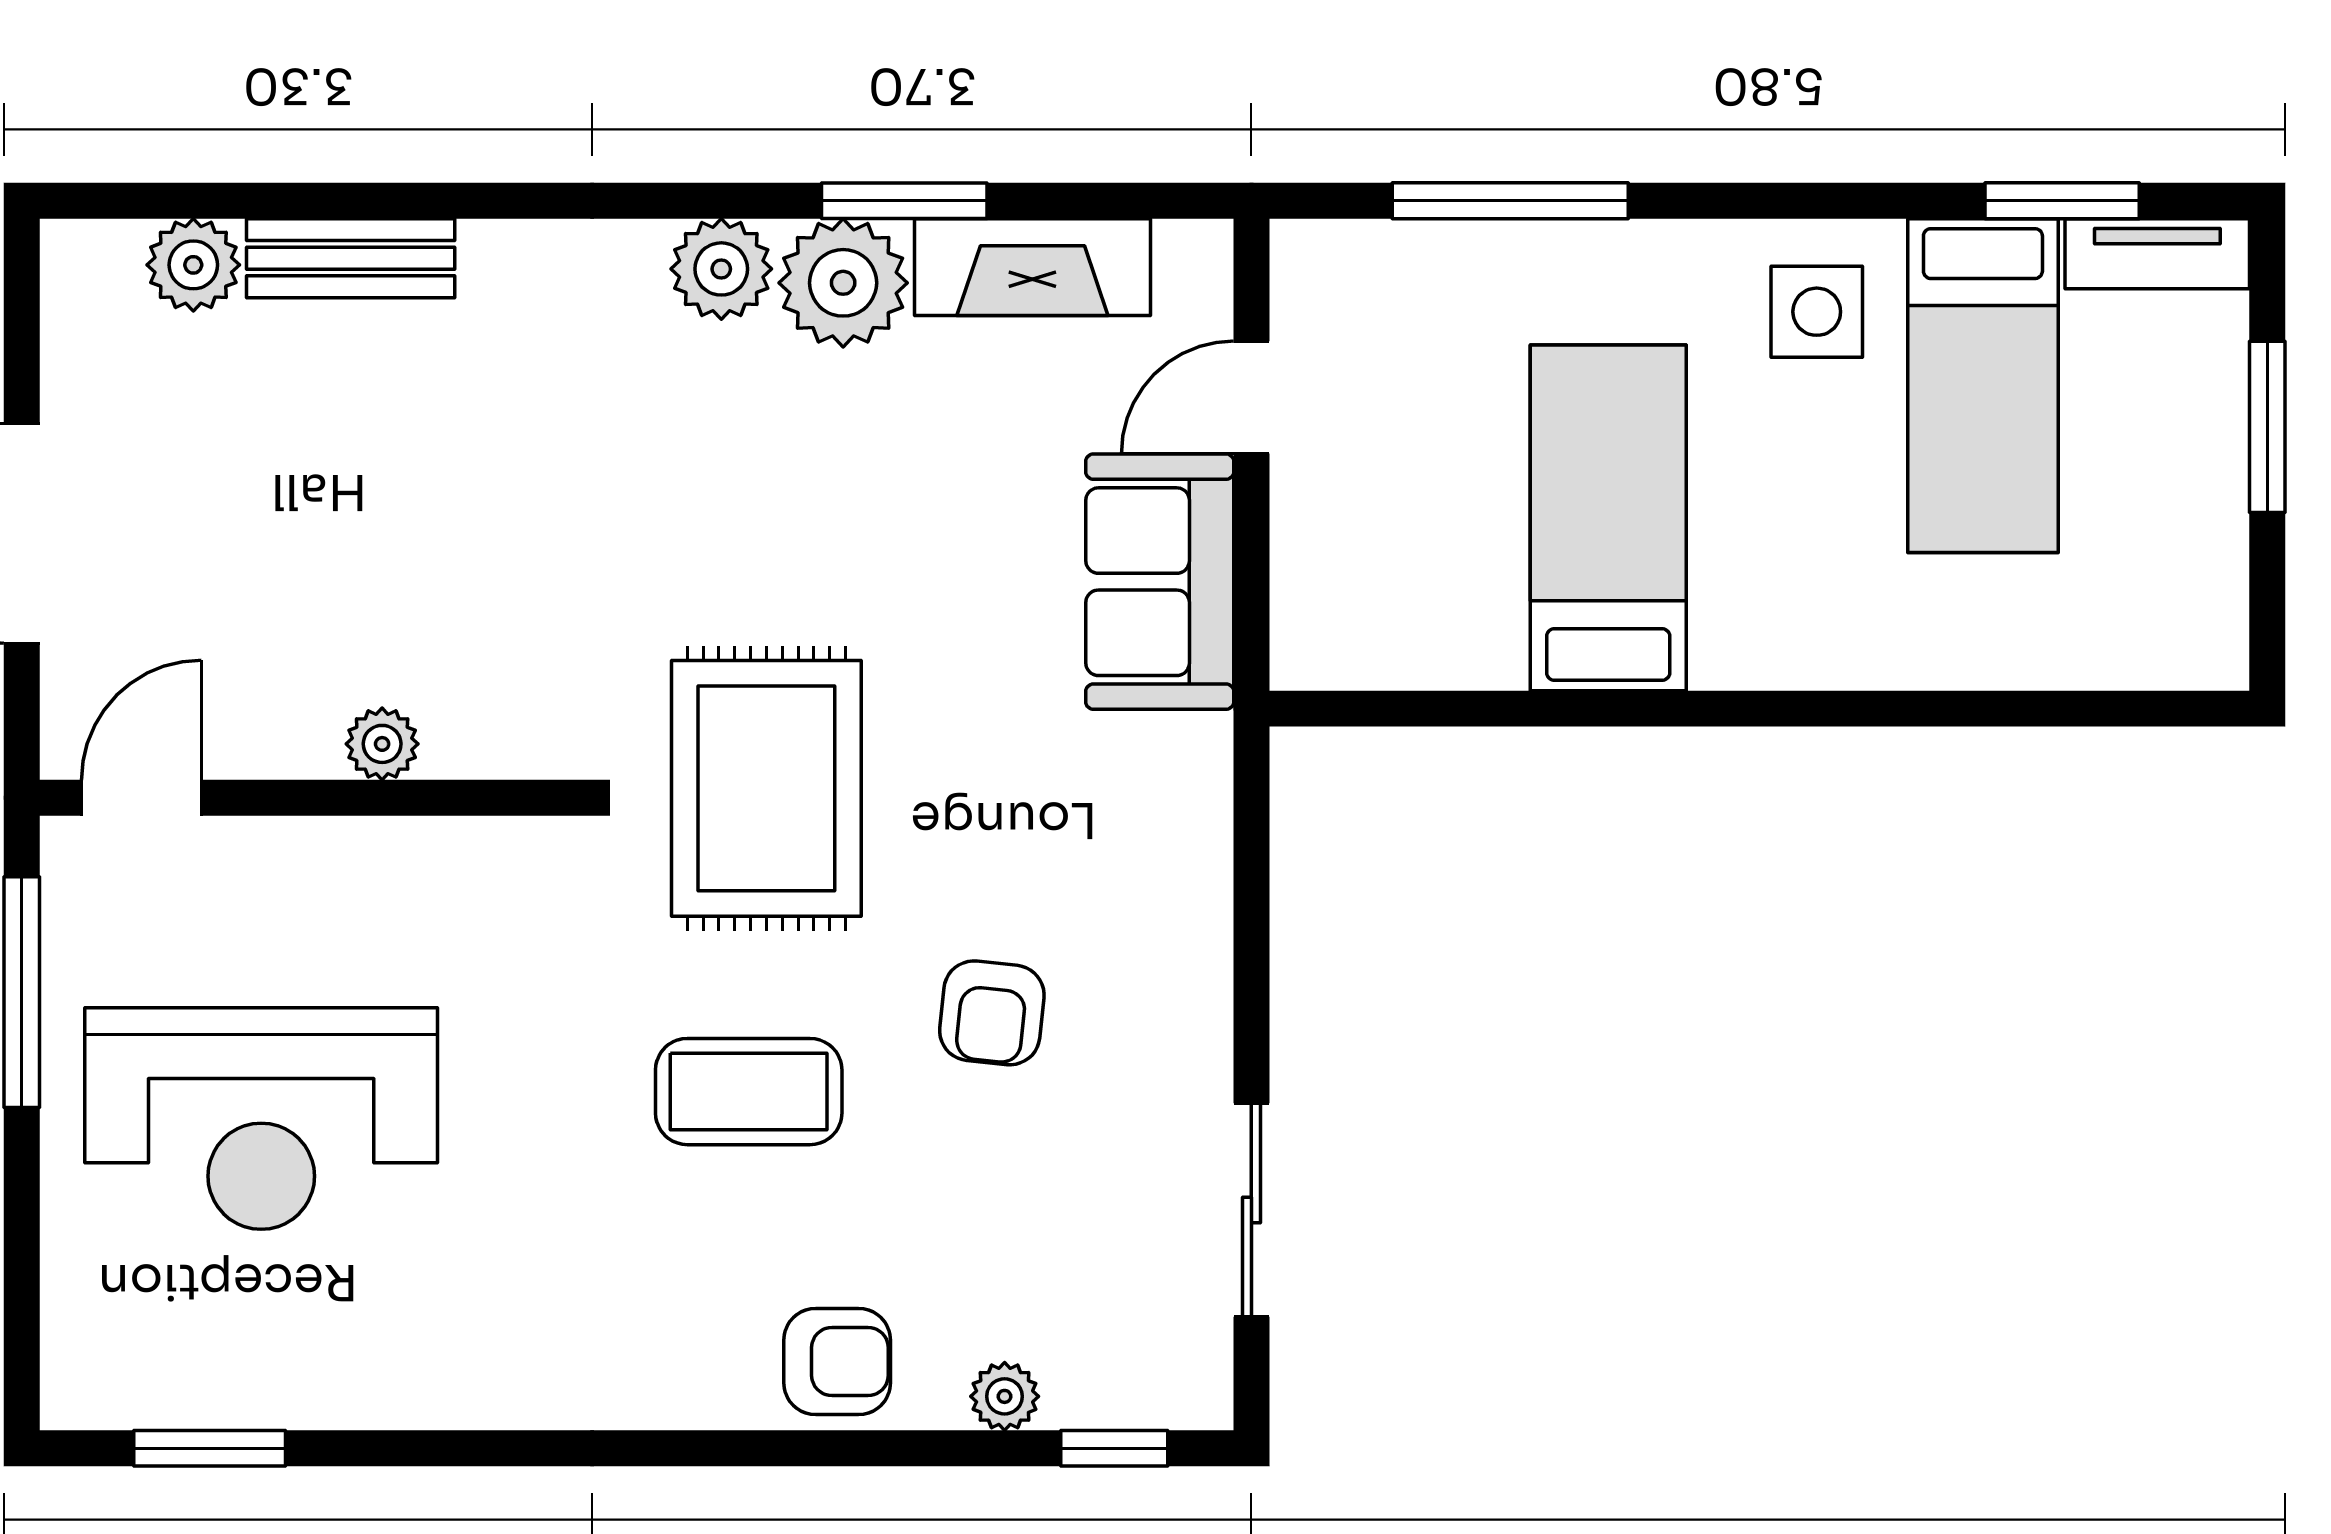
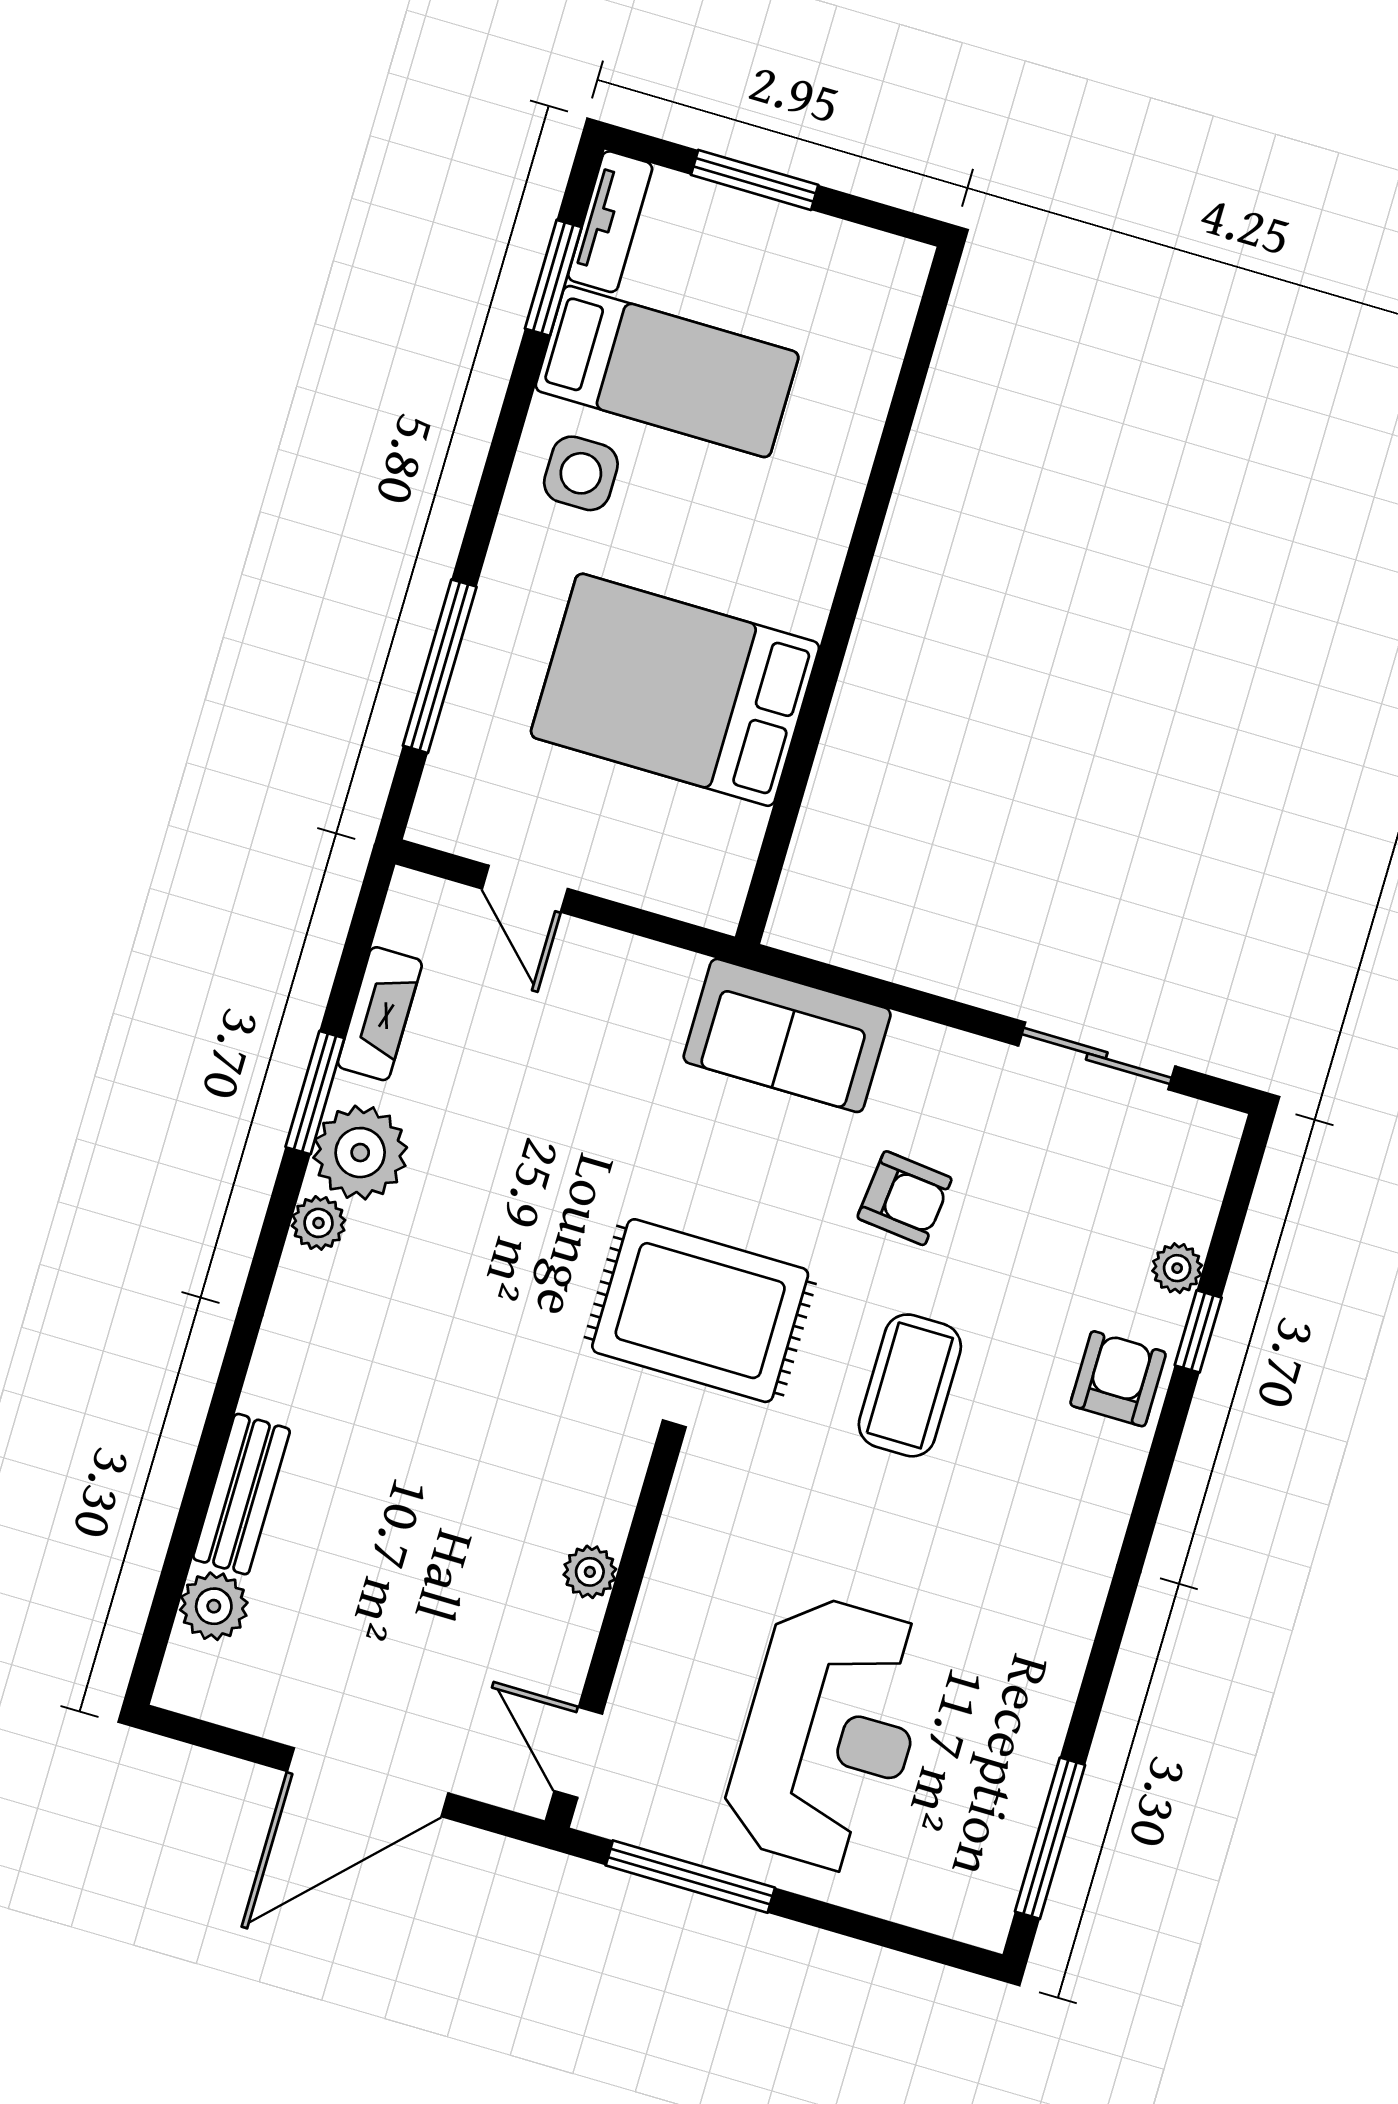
fireplace: (1032, 267) -> (380, 1014), width x0.73, depth x0.76
plant: (721, 269) -> (318, 1223), width x0.73, depth x0.73
bed: (1608, 518) -> (675, 690), width x1.50
sofa: (1160, 582) -> (787, 1035), moved
window: (210, 1448) -> (1050, 1838), width x1.44
window: (1114, 1448) -> (1198, 1331), moved

